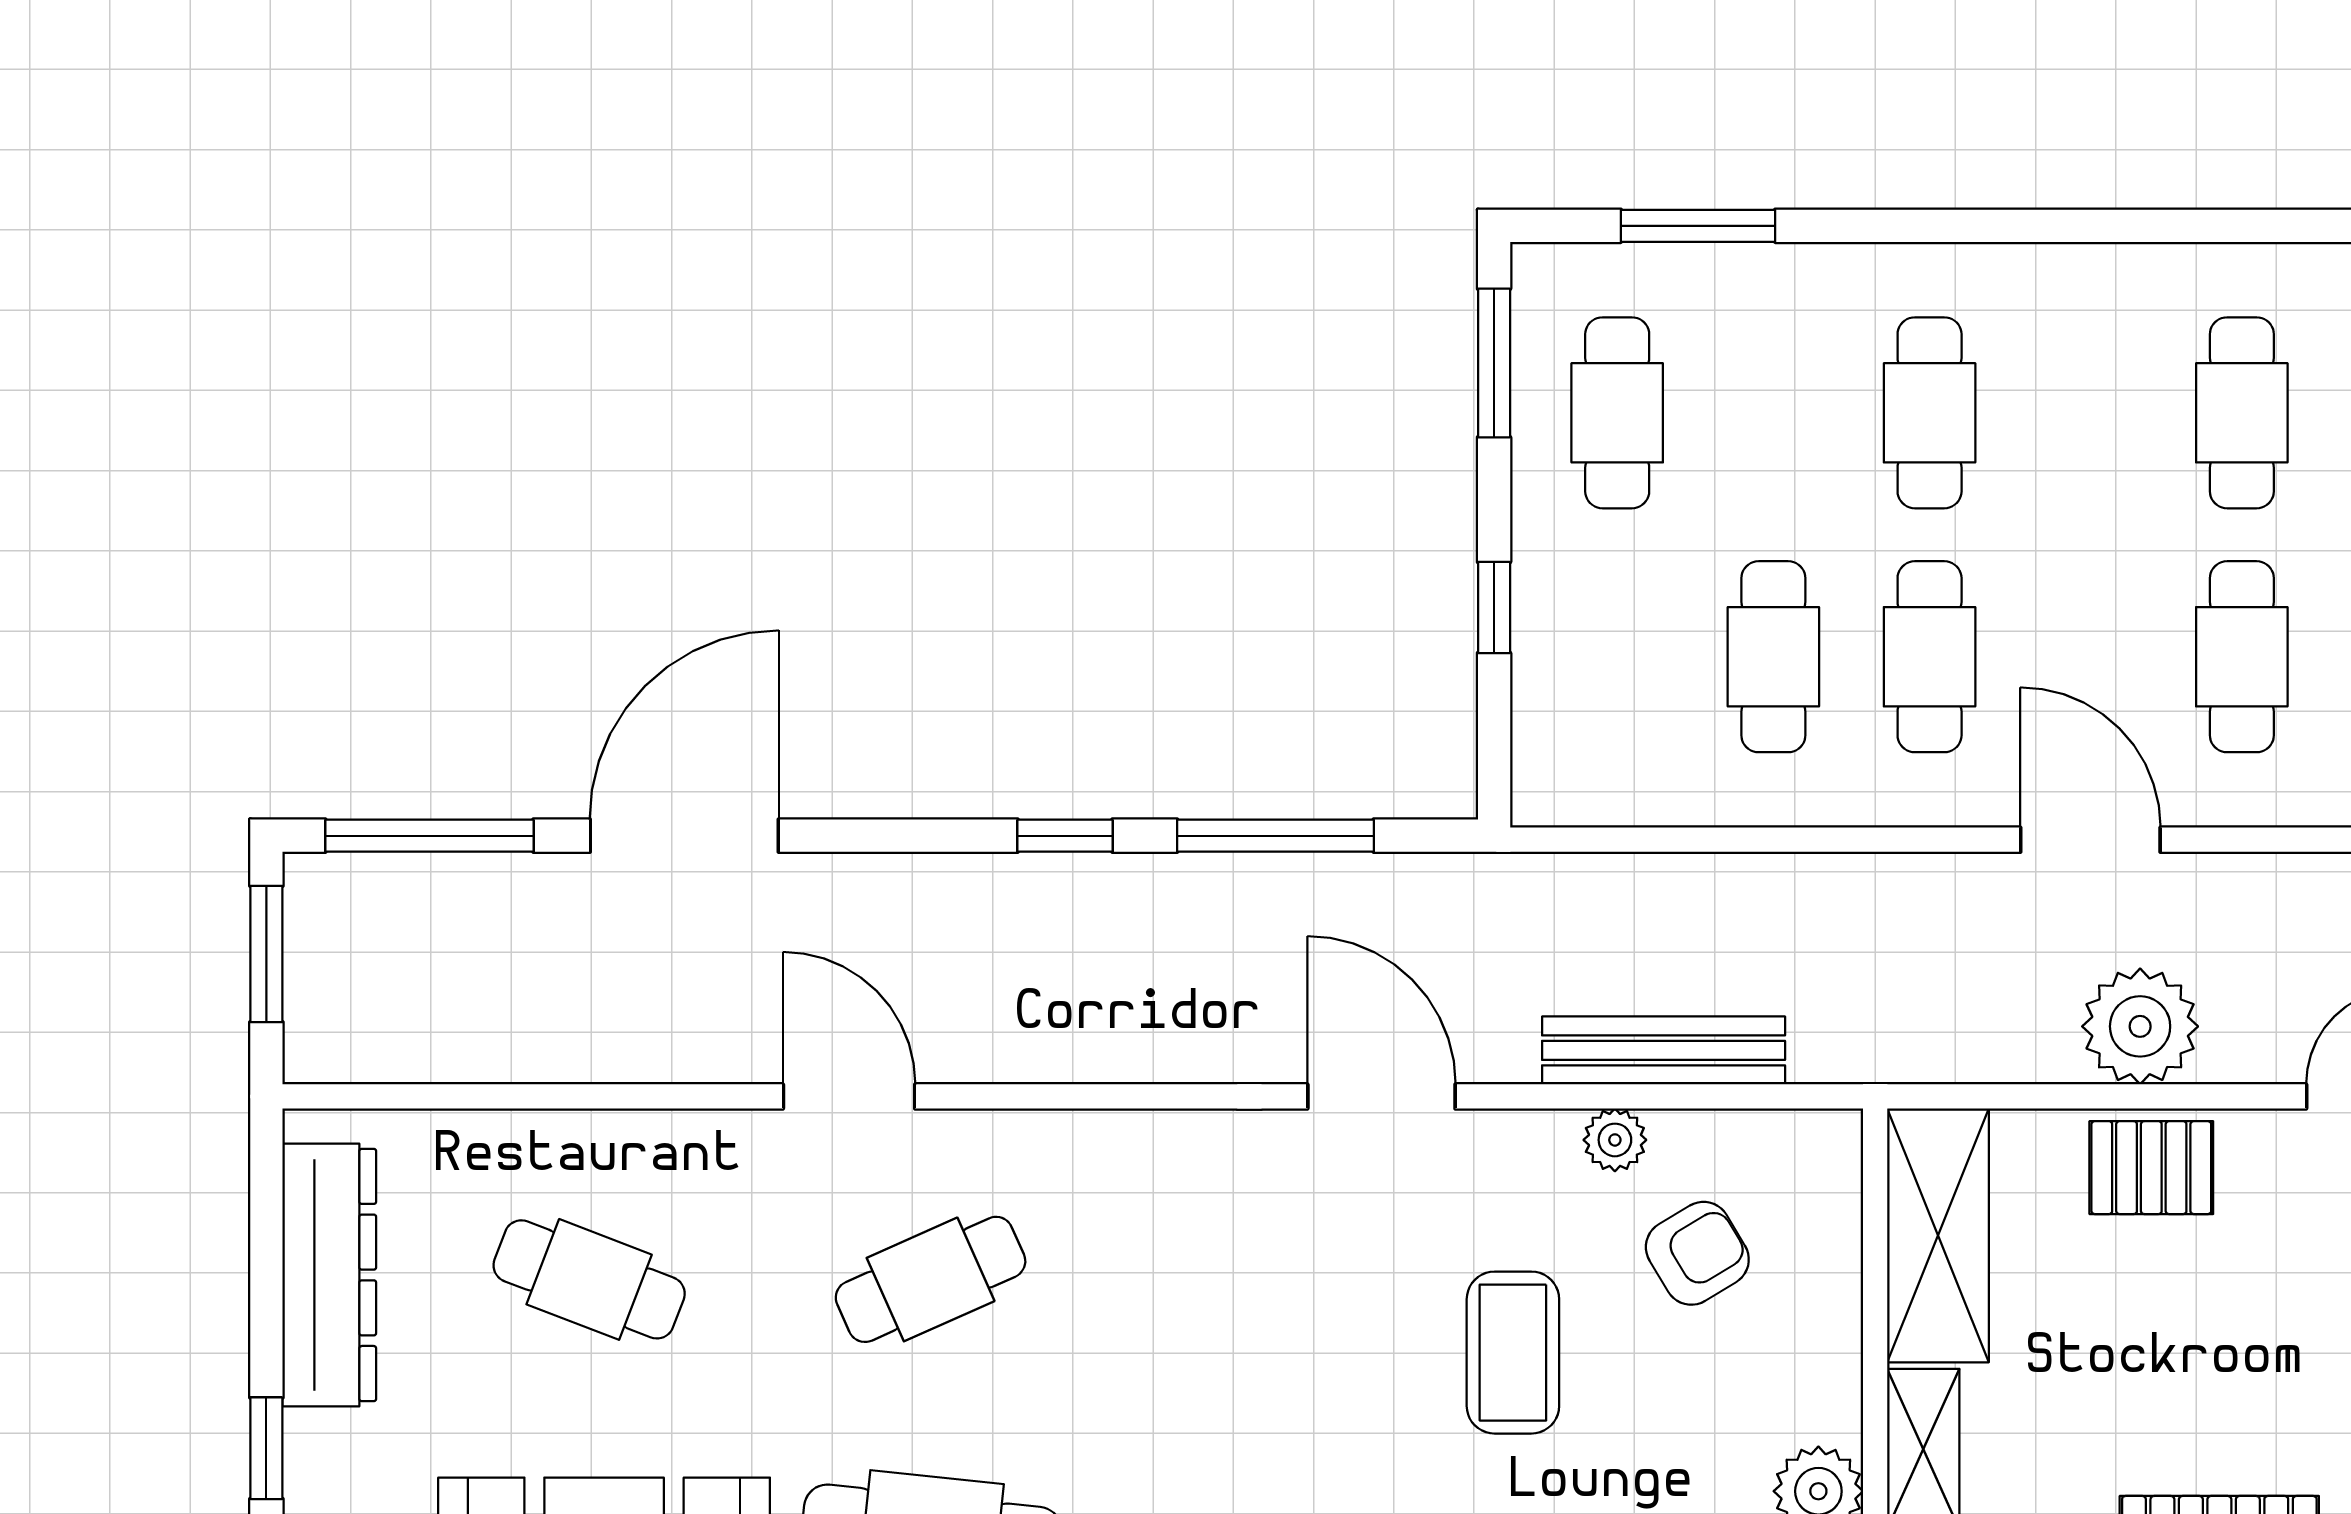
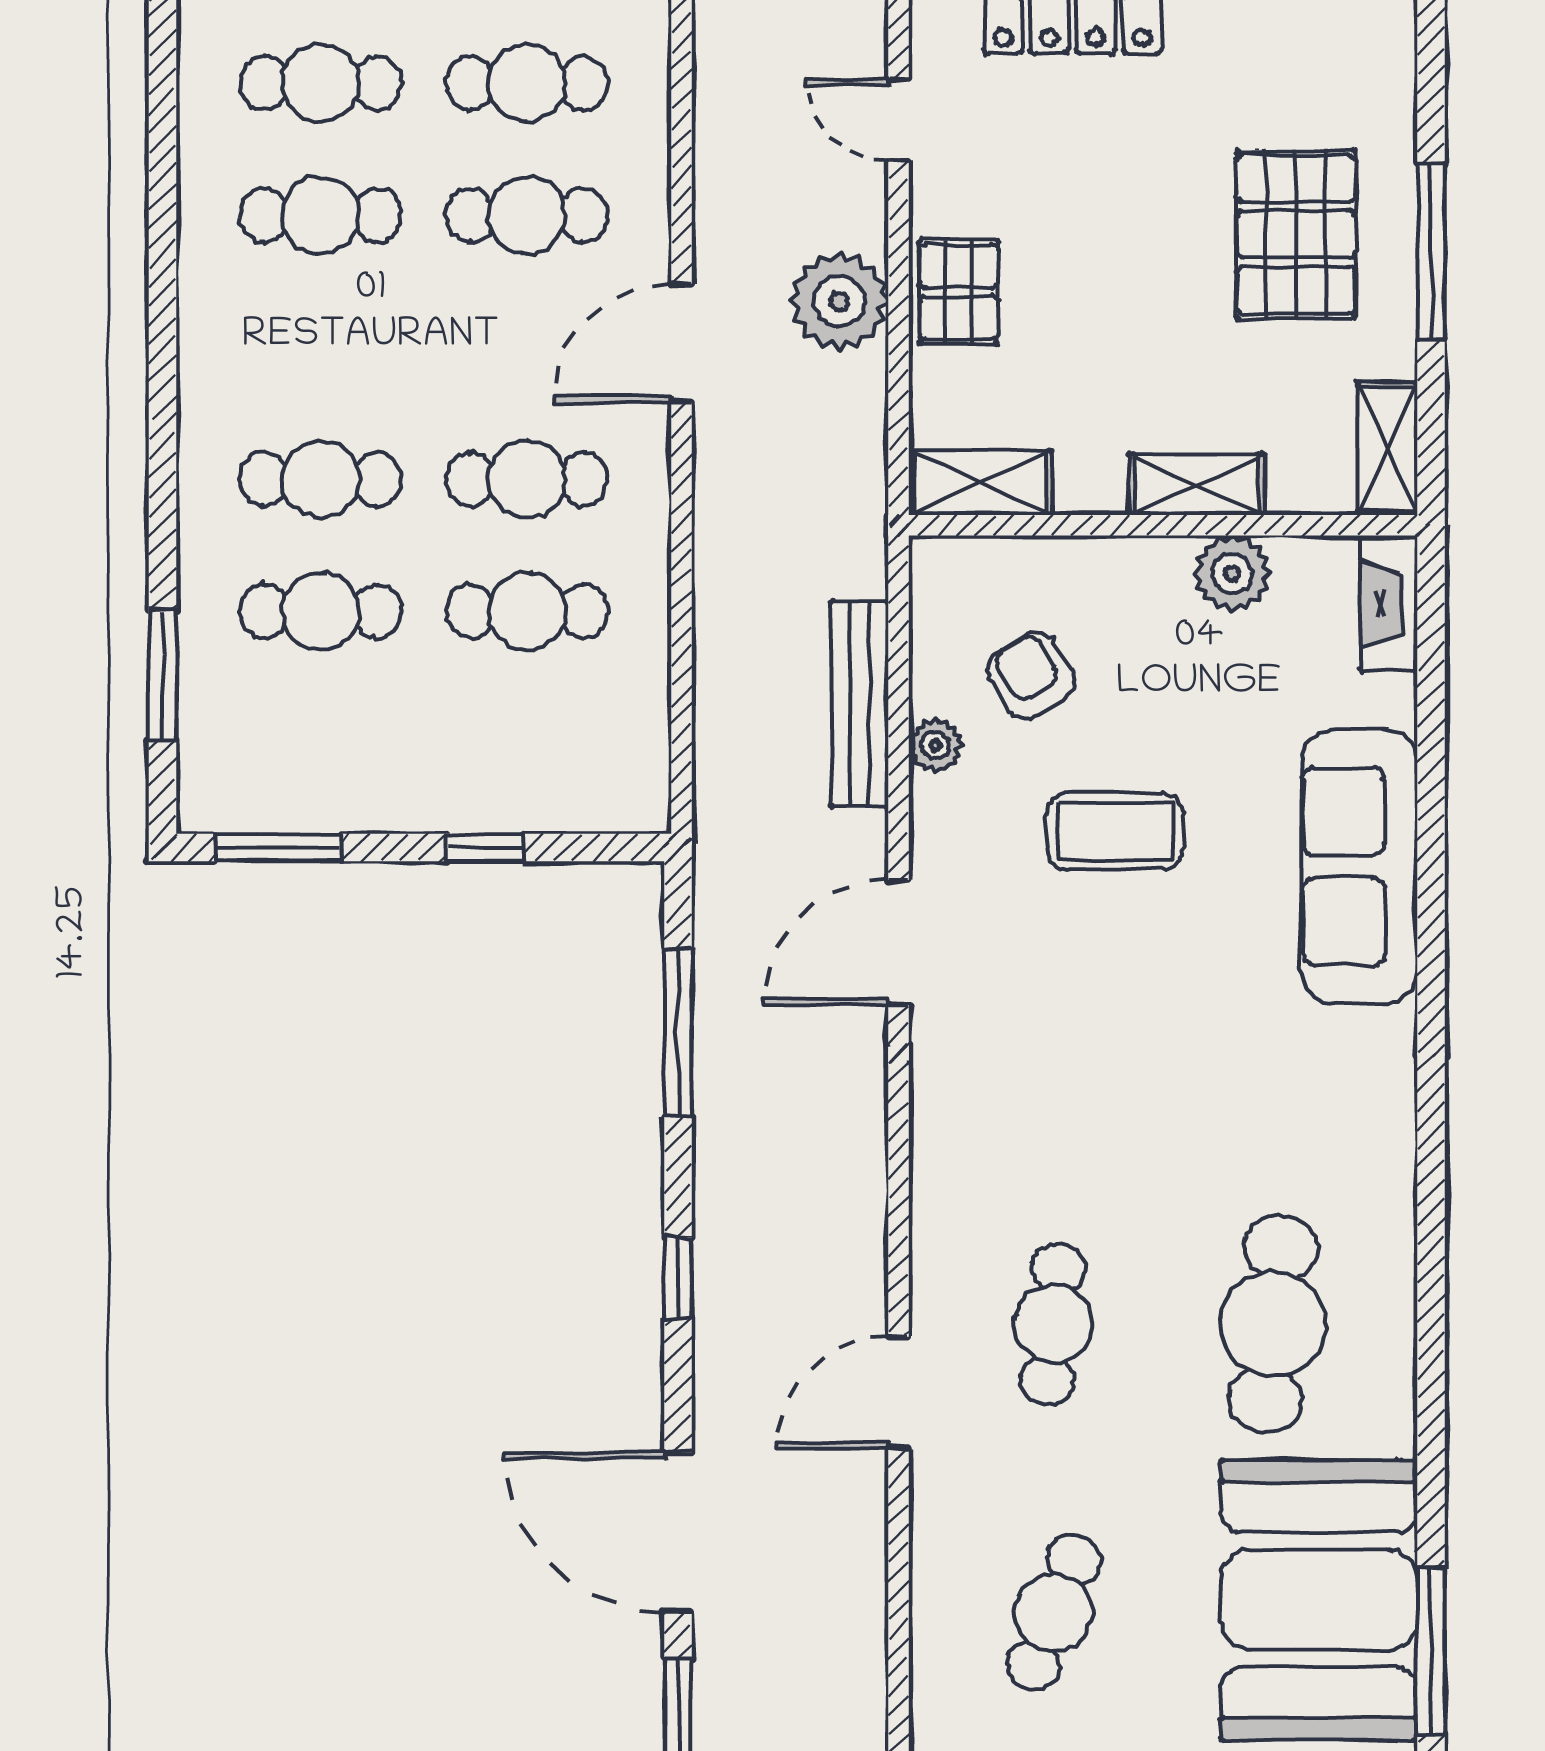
cafe table: (1617, 413) -> (321, 611), moved
window: (1065, 836) -> (678, 1278), moved
shelving: (1938, 1235) -> (980, 483), width x0.67, depth x0.75
cafe table: (931, 1279) -> (1053, 1324), turned 30

